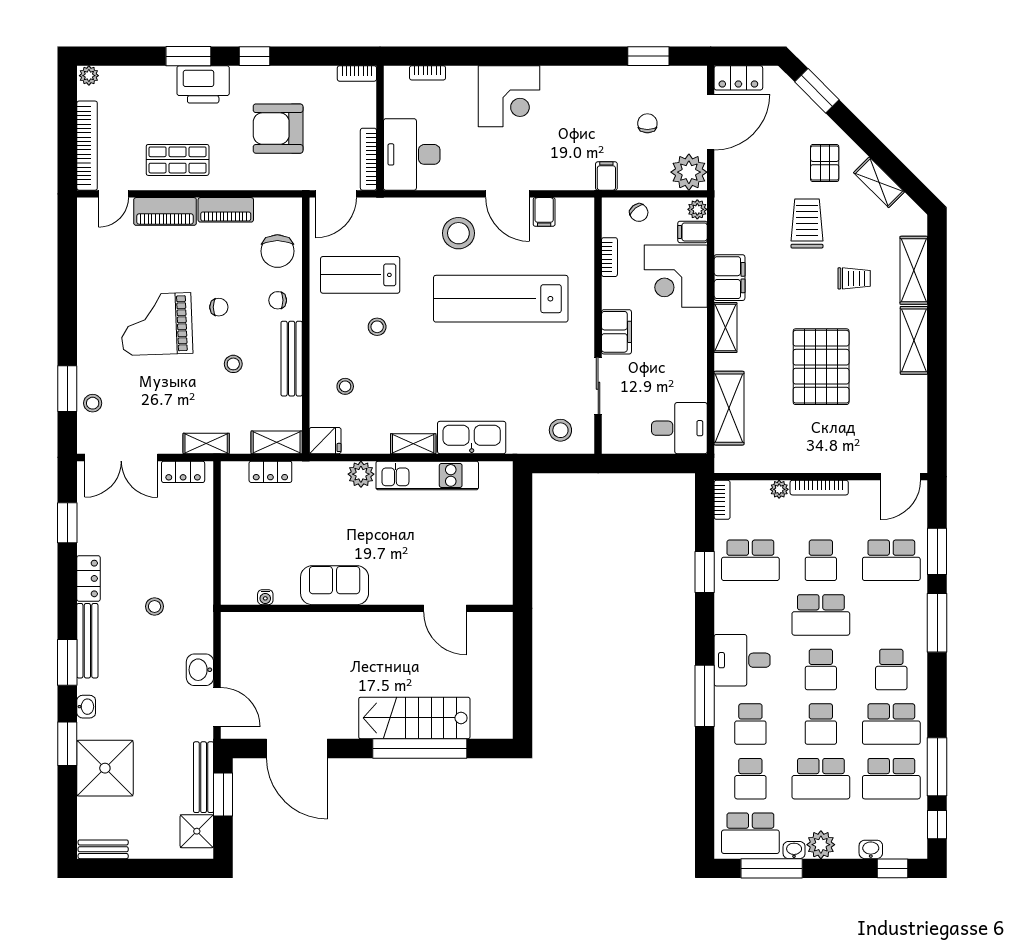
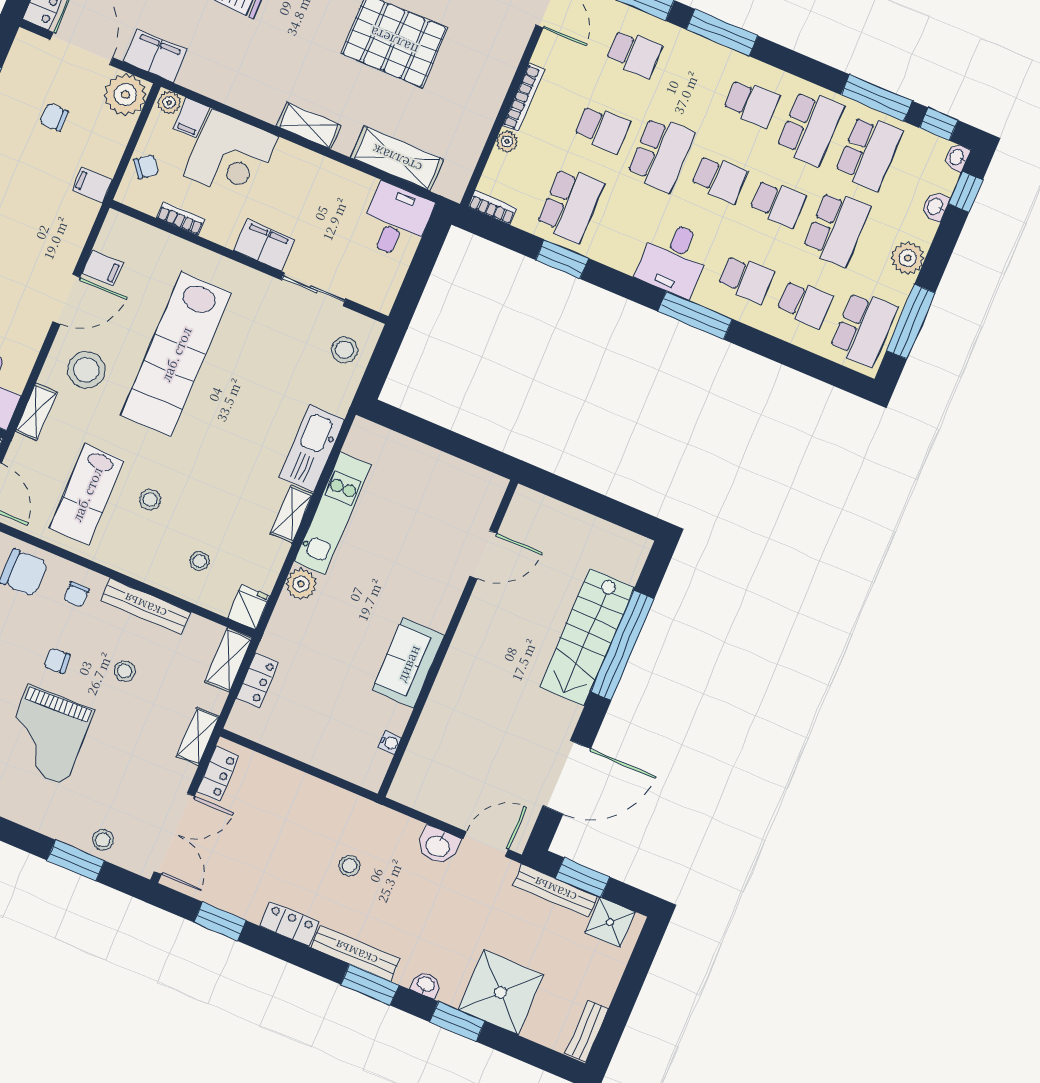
shelving: (409, 208) -> (36, 412), added
filing cabinet: (729, 278) -> (155, 56), moved
chair: (219, 307) -> (57, 661), turned -94
school desk: (891, 560) -> (634, 53), width x0.54
washbasin: (794, 850) -> (957, 158), moved

